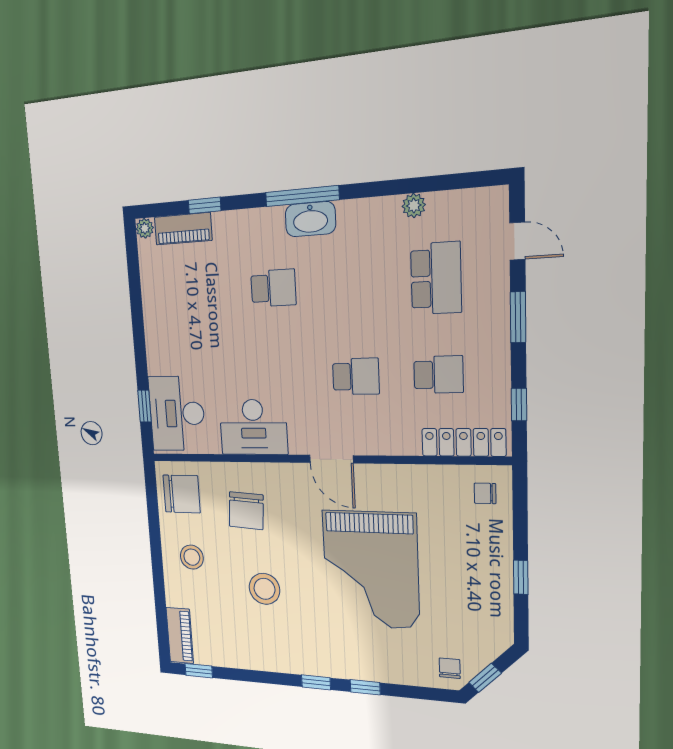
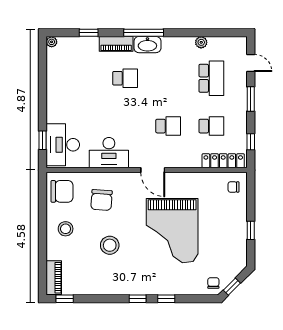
piano: (183, 229) -> (116, 44), moved

